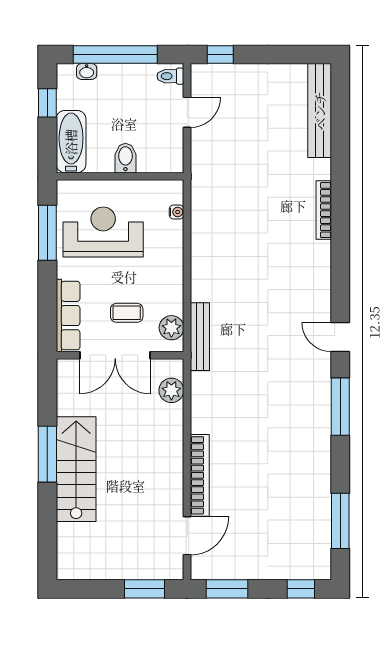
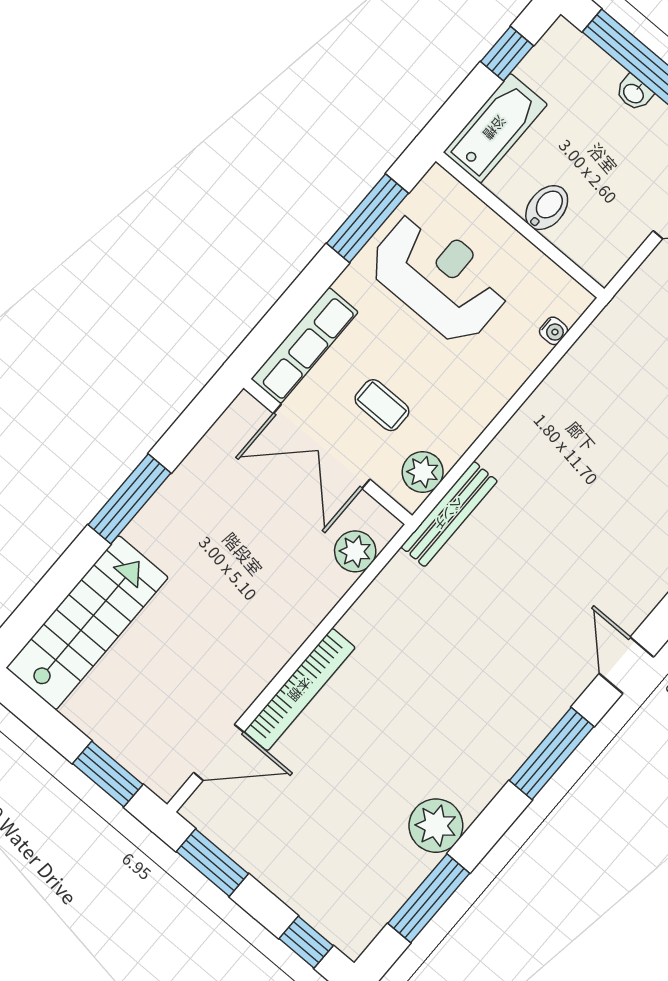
washbasin: (87, 71) -> (634, 93), moved
stairs: (76, 469) -> (87, 623), moved
plant: (315, 485) -> (436, 826), added

